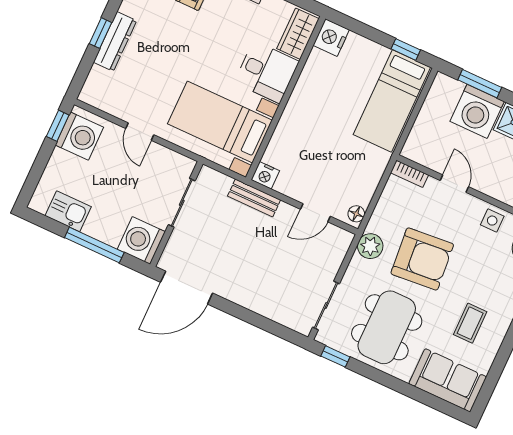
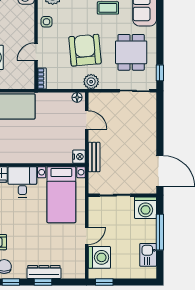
washing machine: (79, 136) -> (99, 257), moved, turned 90
dining table: (387, 327) -> (131, 52), width x0.73

